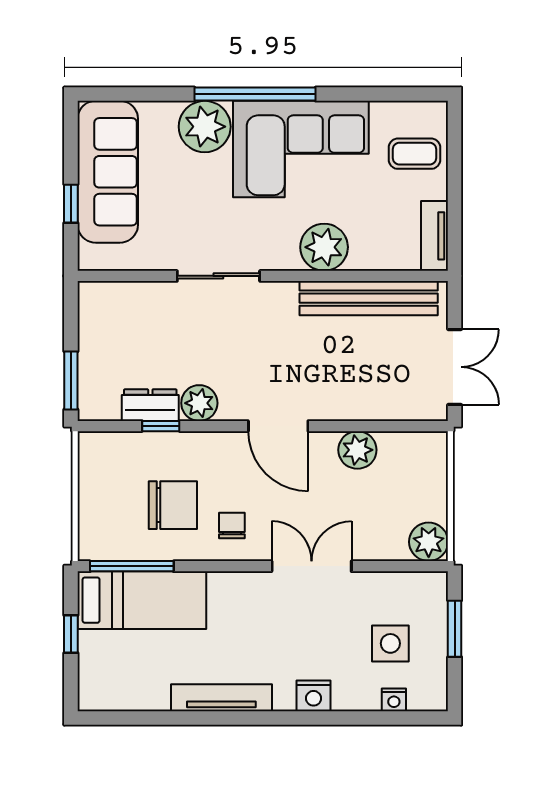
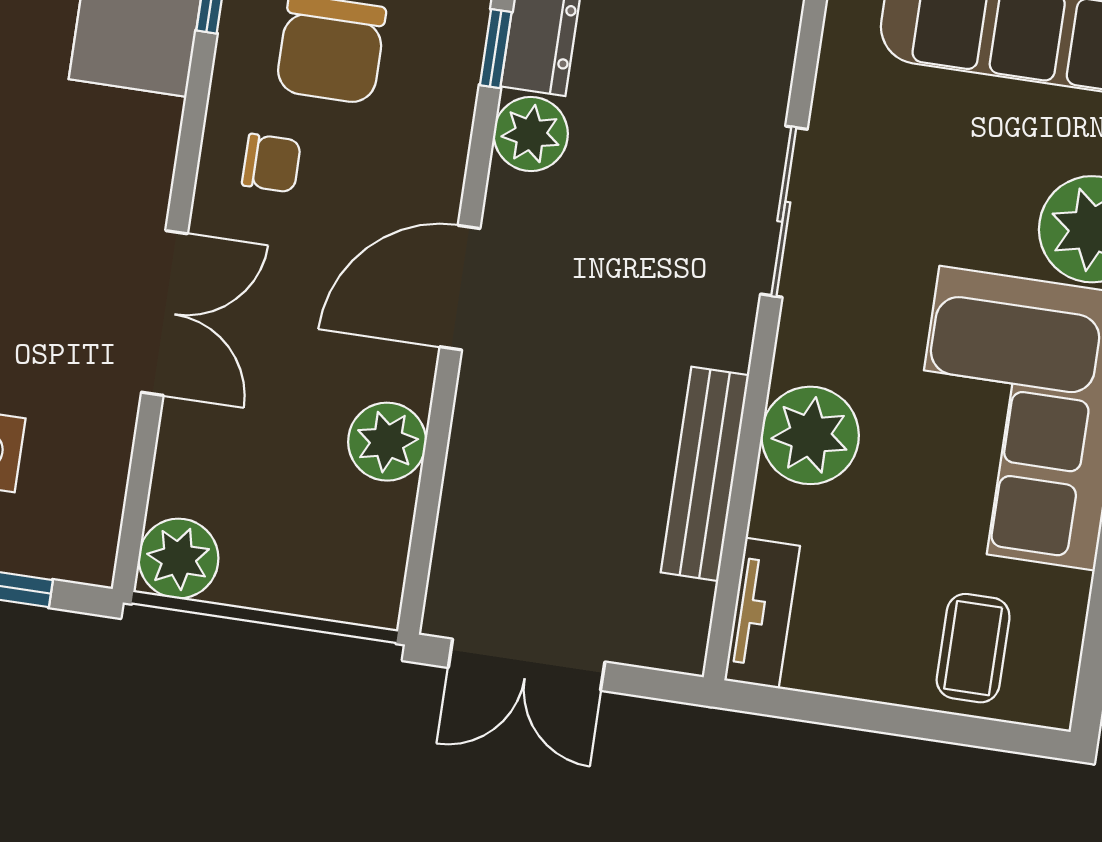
tv unit: (435, 236) -> (762, 613), moved, turned 90
bench: (369, 298) -> (705, 474), width x0.73, depth x0.82

